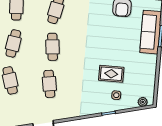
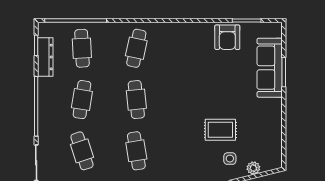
plant: (143, 102) -> (253, 168), moved

